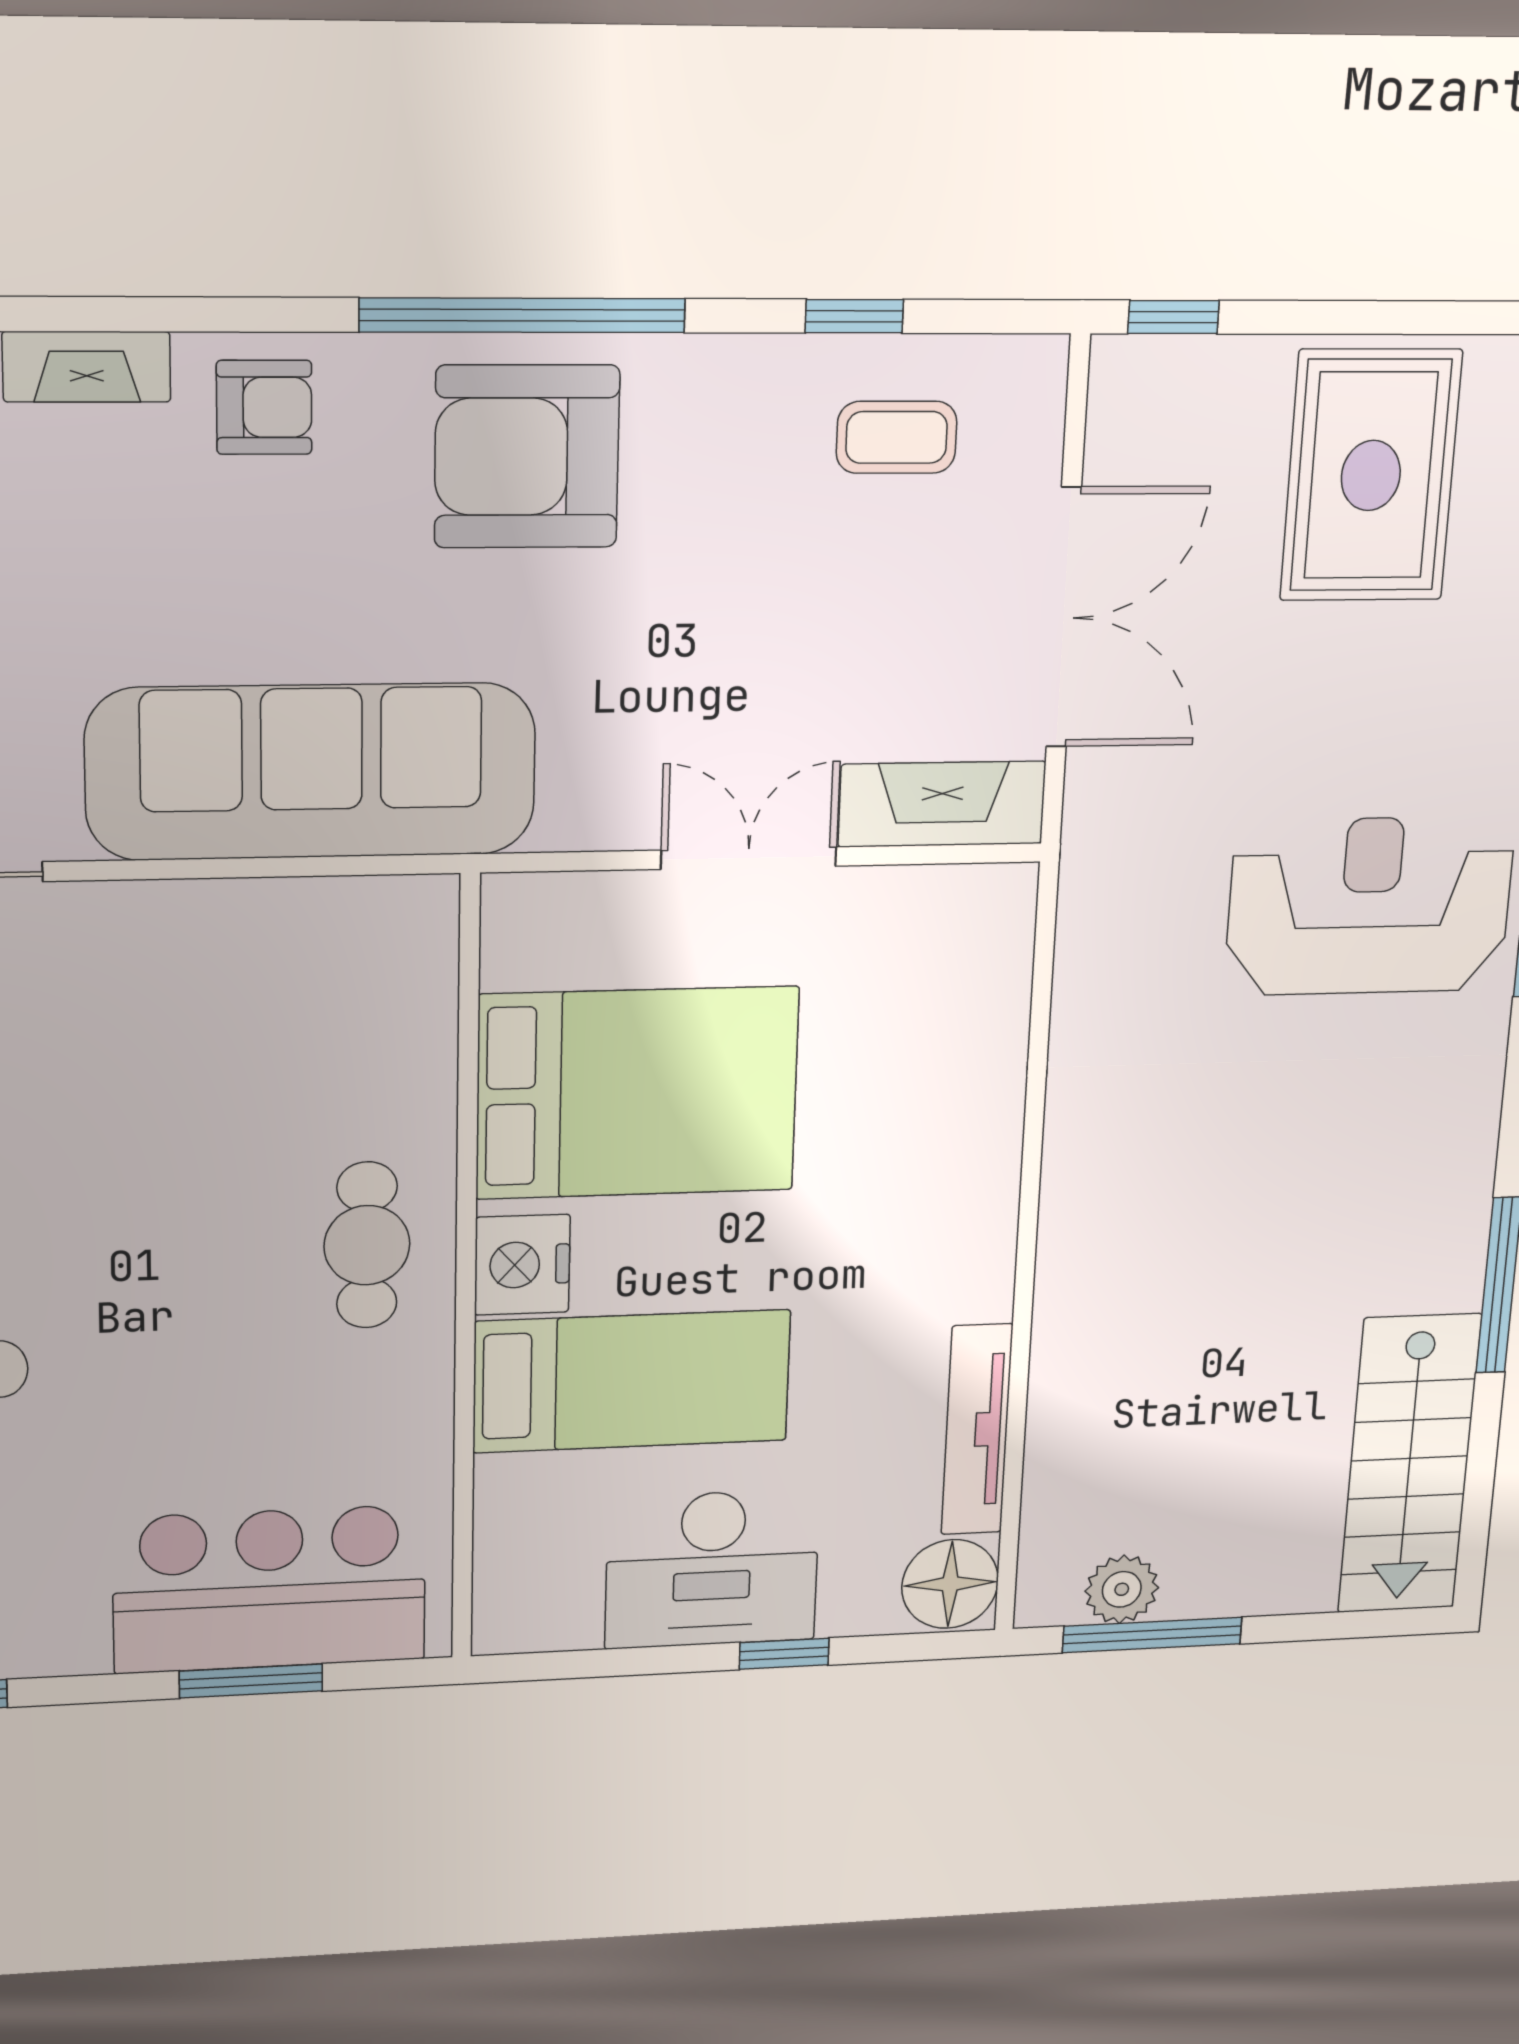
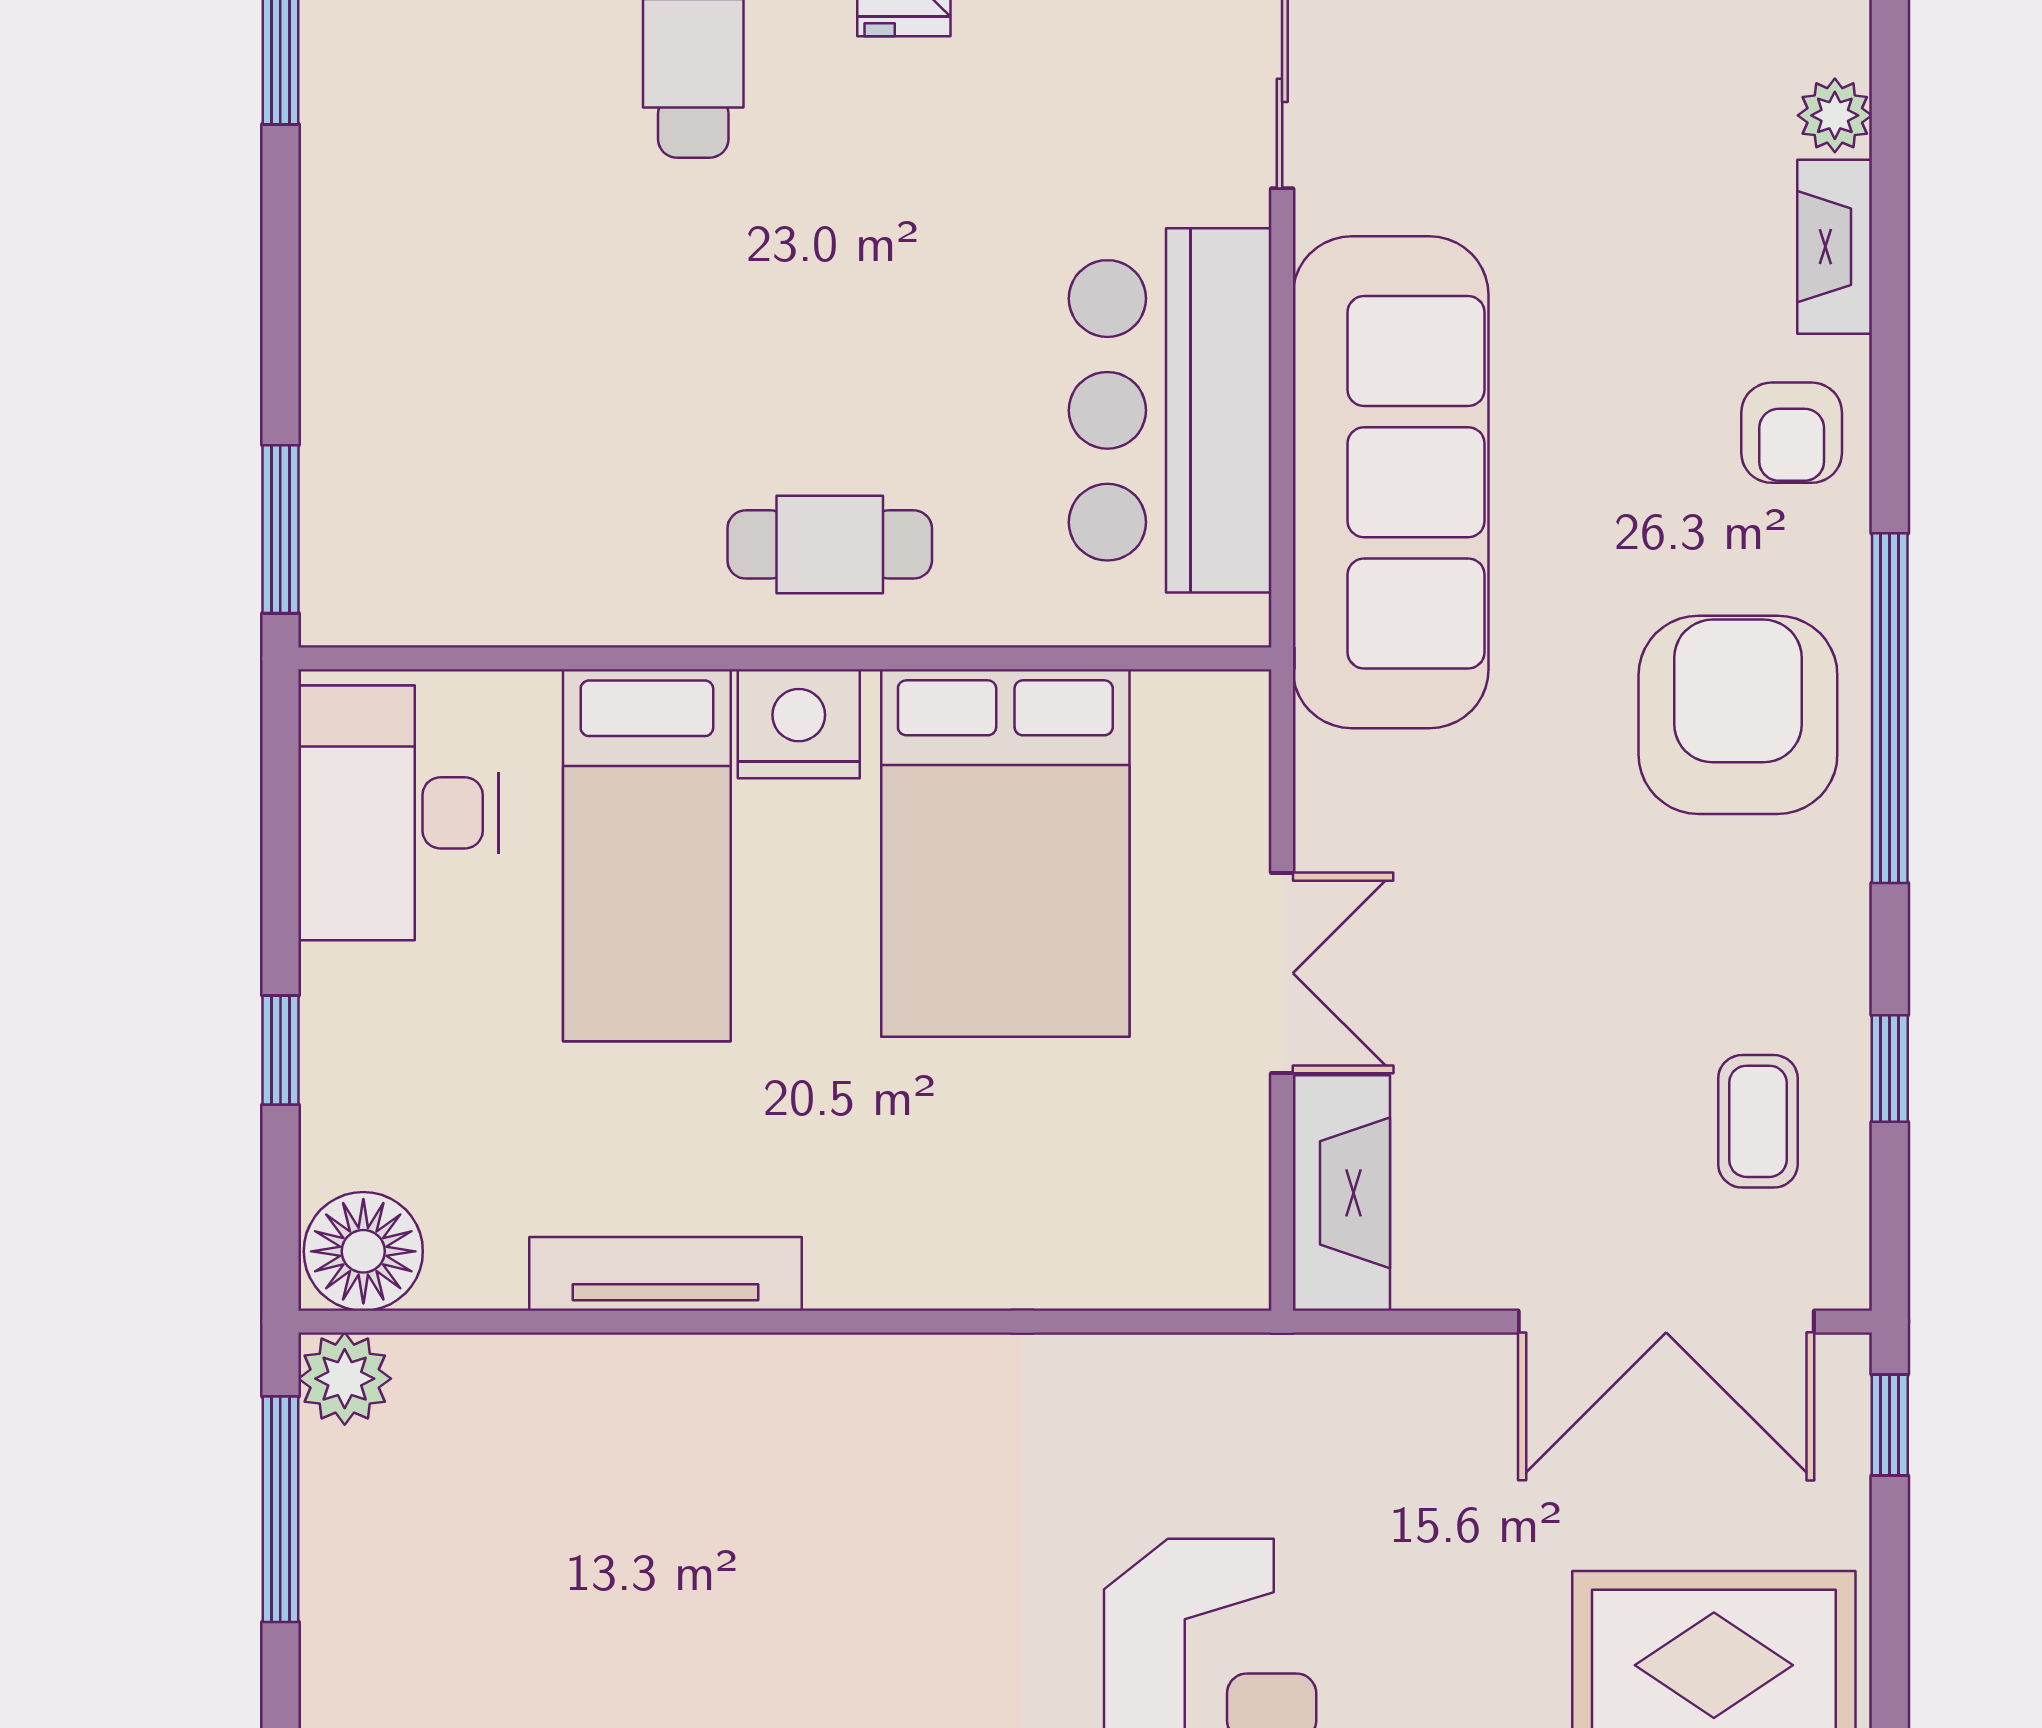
double door: (1064, 618) -> (1666, 1322), moved
tv unit: (977, 1430) -> (666, 1274), moved
desk: (712, 1569) -> (399, 813), moved
bar counter: (270, 1589) -> (1170, 410), moved, turned 180
plant: (1122, 1589) -> (345, 1379), moved
window: (251, 1681) -> (280, 529), moved

